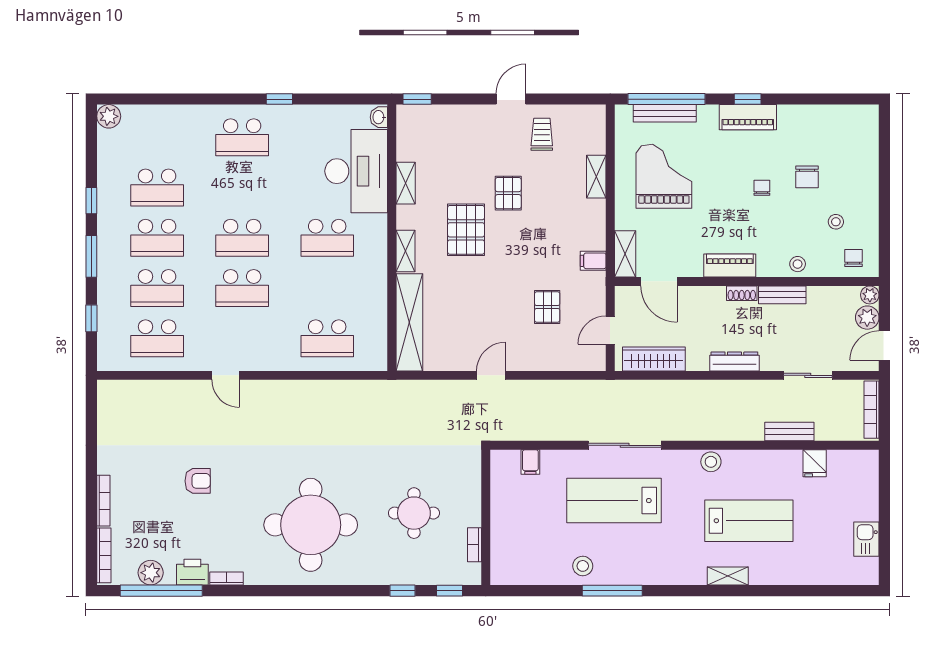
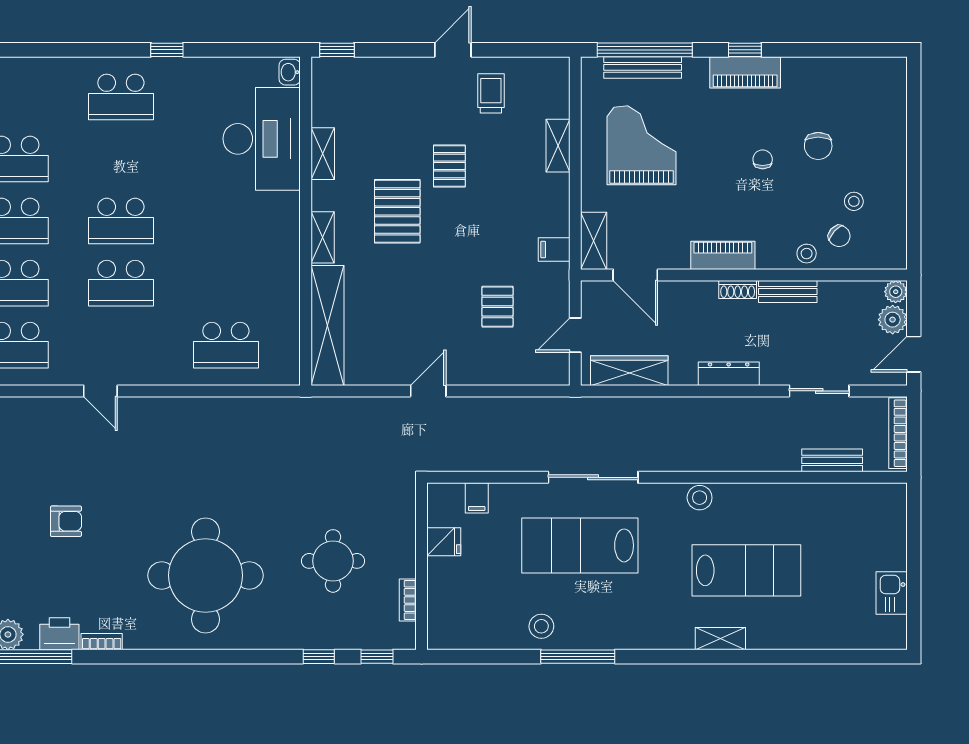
school desk: (327, 238) -> (226, 221), removed
chair: (853, 258) -> (839, 236), moved, turned 133
bench: (789, 432) -> (832, 460), moved
fridge: (815, 463) -> (444, 542), moved, turned -90

